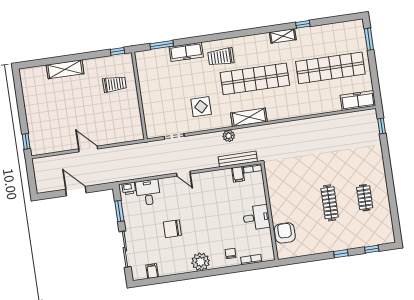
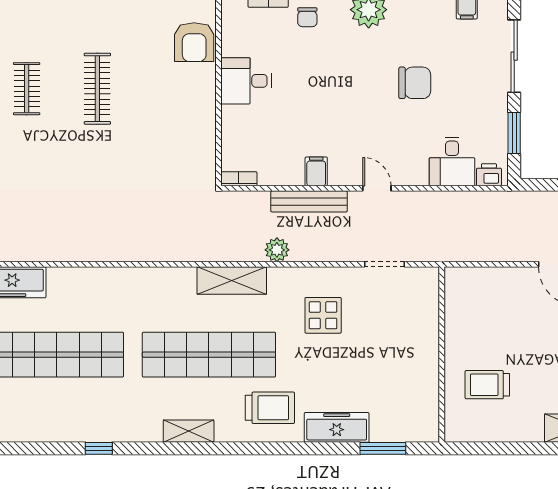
shelving: (283, 36) -> (189, 431), moved
window: (117, 51) -> (472, 448), removed
bench: (238, 159) -> (309, 201), moved
filing cabinet: (238, 174) -> (316, 171), moved

